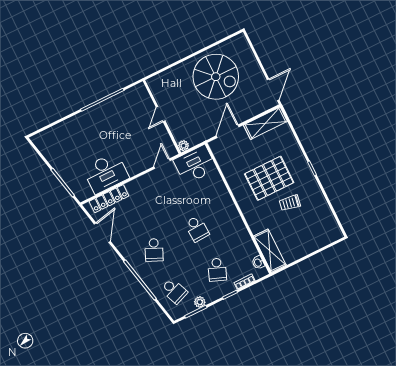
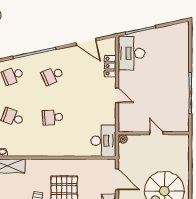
door: (162, 164) -> (117, 95), moved
desk: (106, 173) -> (131, 53), moved
locker: (109, 199) -> (110, 66), width x0.66
school desk: (154, 250) -> (53, 76), turned -48

